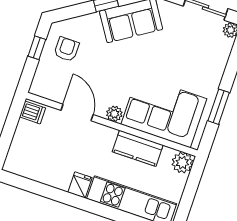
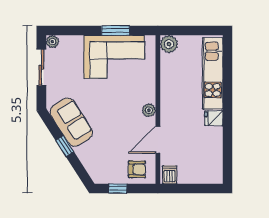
armchair: (66, 49) -> (137, 169), moved, turned 180
corner sofa: (164, 111) -> (114, 57), moved, turned -90
kitchen counter: (138, 148) -> (170, 83), removed

